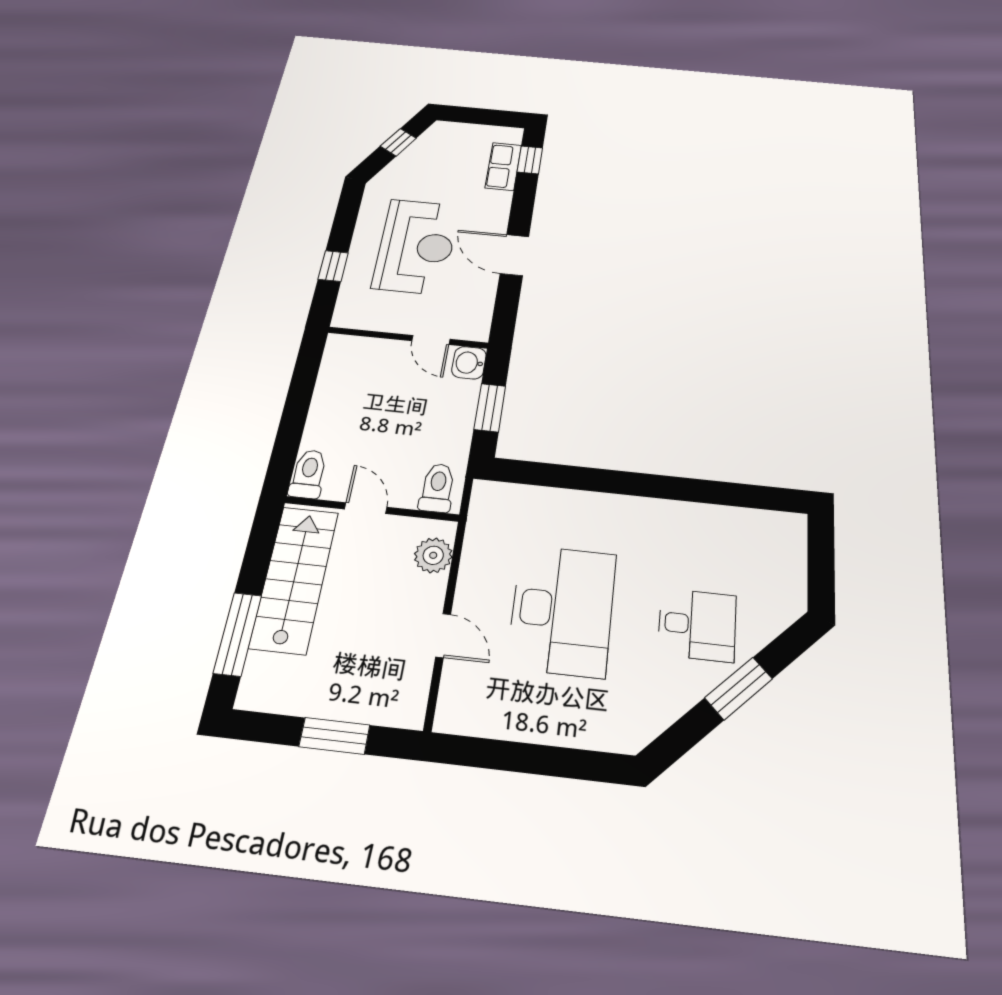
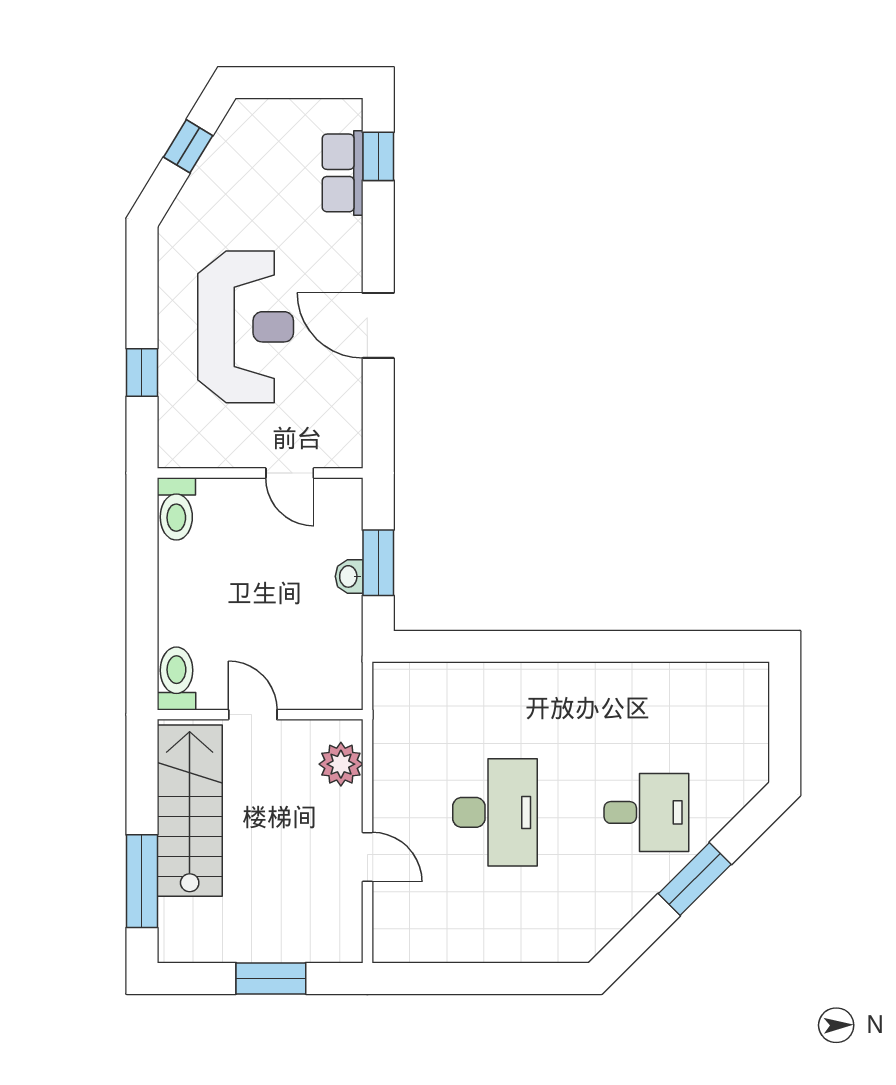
washbasin: (469, 363) -> (349, 576), moved, width x0.72, depth x0.69
toilet: (437, 488) -> (176, 509), moved, turned 180
desk: (562, 610) -> (495, 812), width x0.73, depth x0.77

